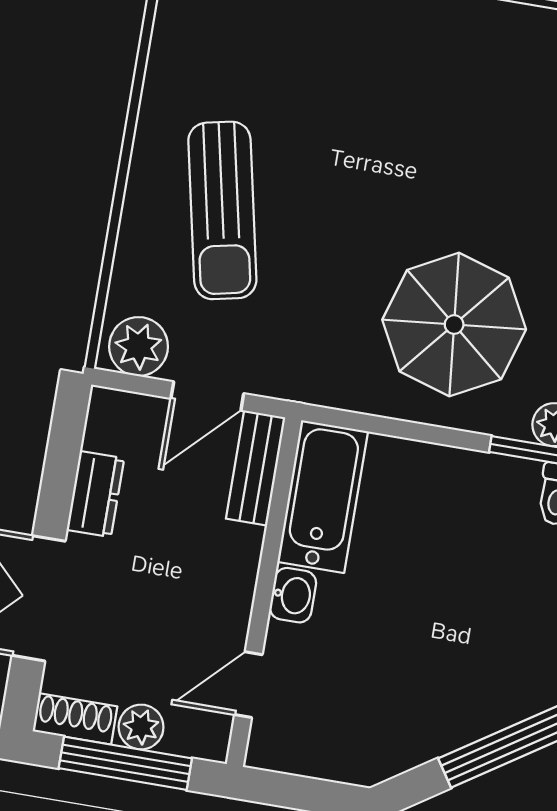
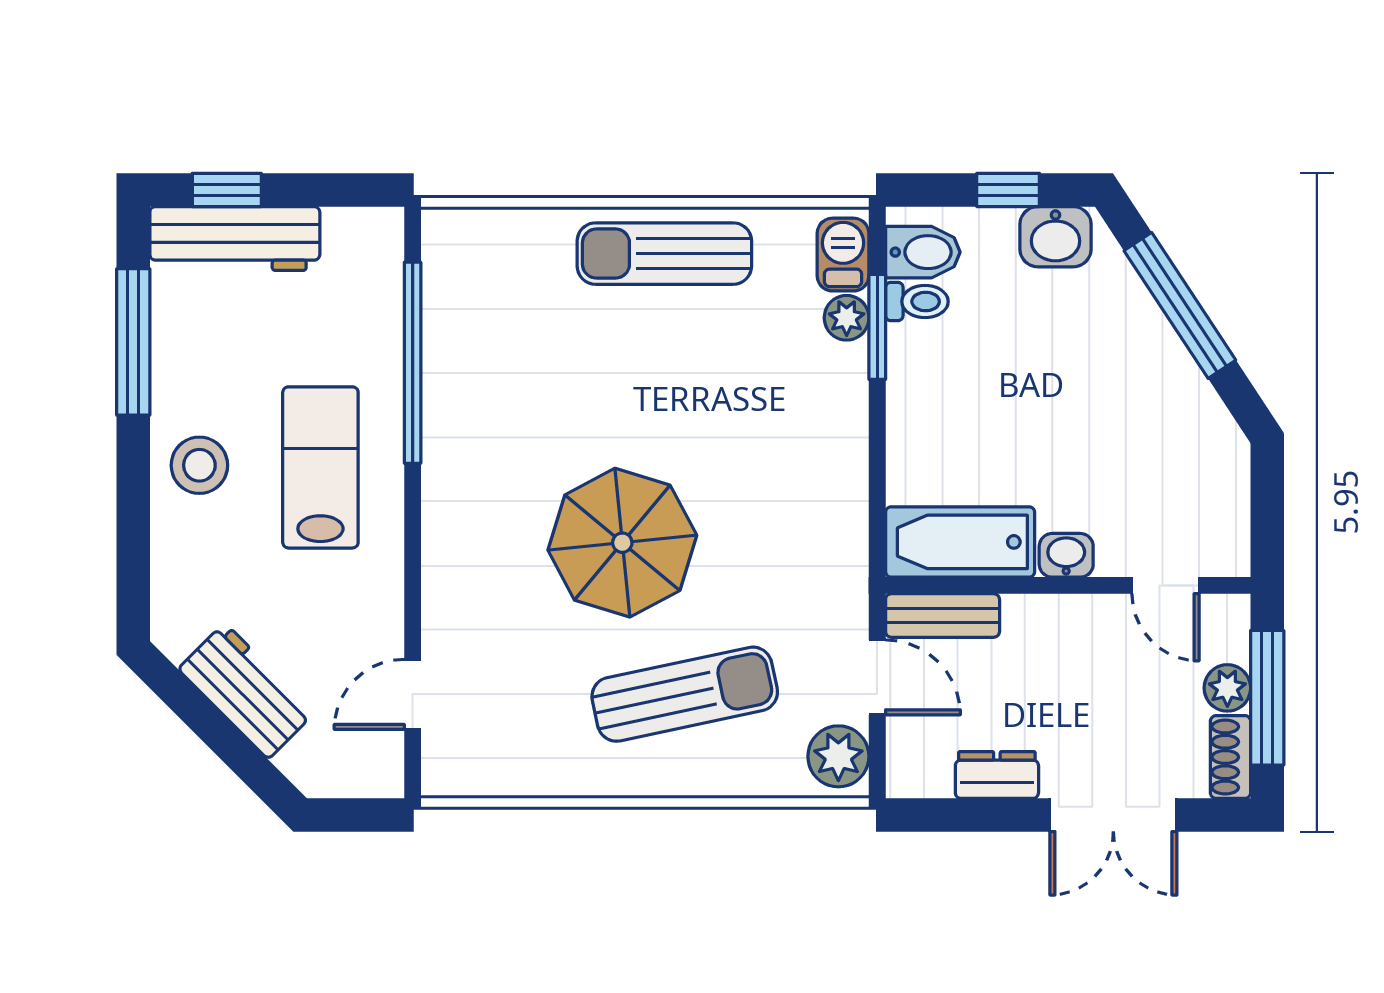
parasol: (454, 325) -> (622, 543), moved

